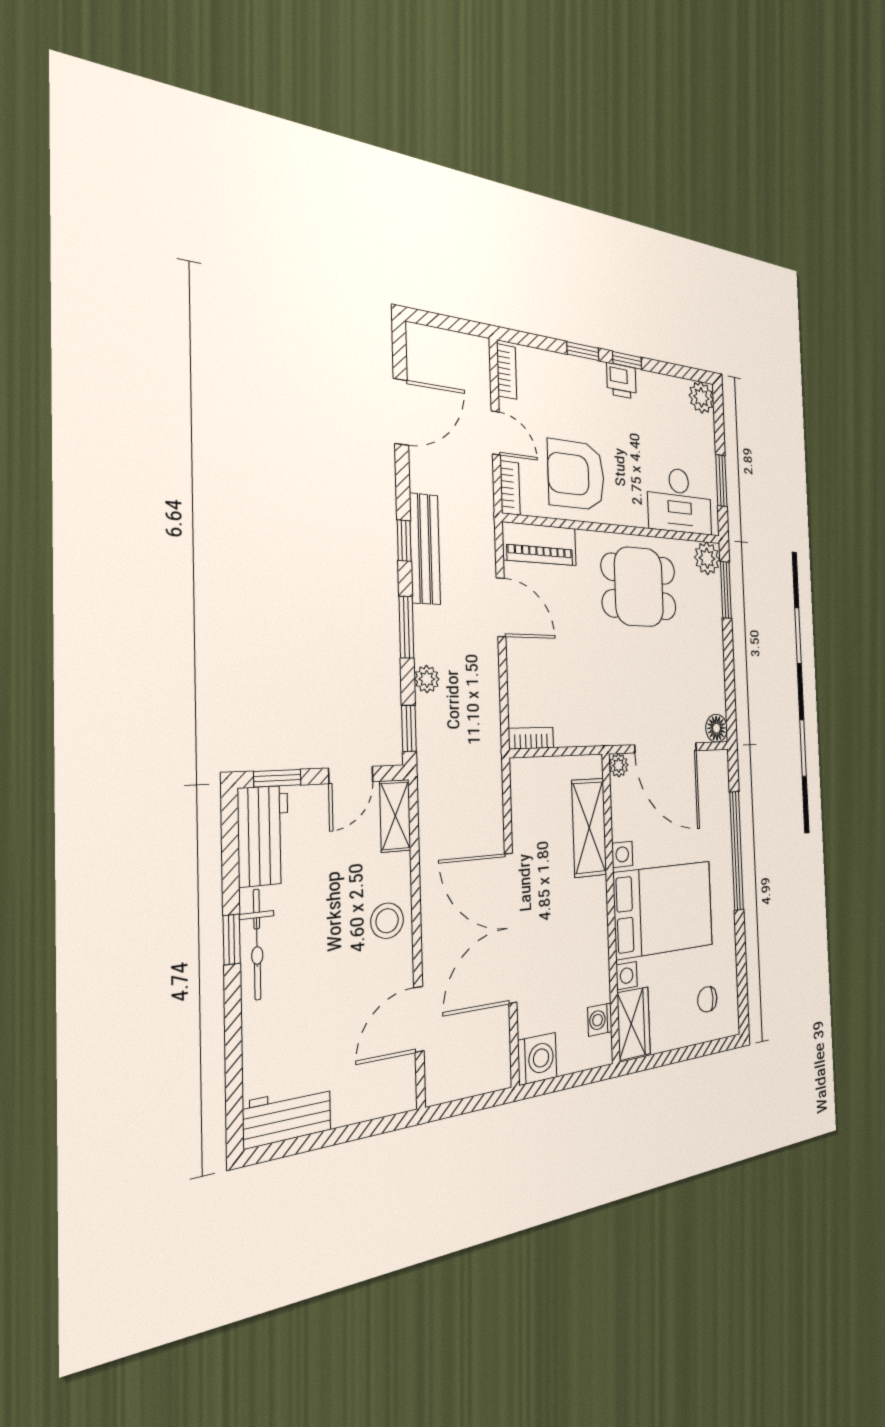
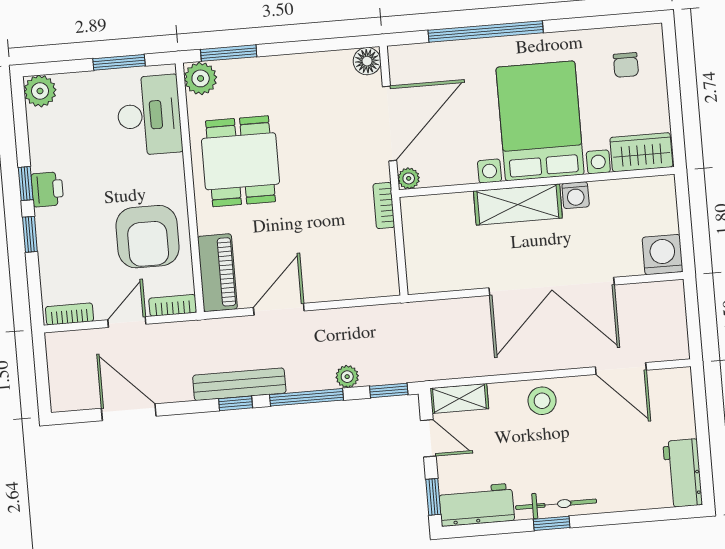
window: (406, 627) -> (306, 397), width x1.44
bookcase: (531, 738) -> (384, 206), moved
shelving: (589, 827) -> (518, 204), moved
washing machine: (600, 1020) -> (576, 195), moved

